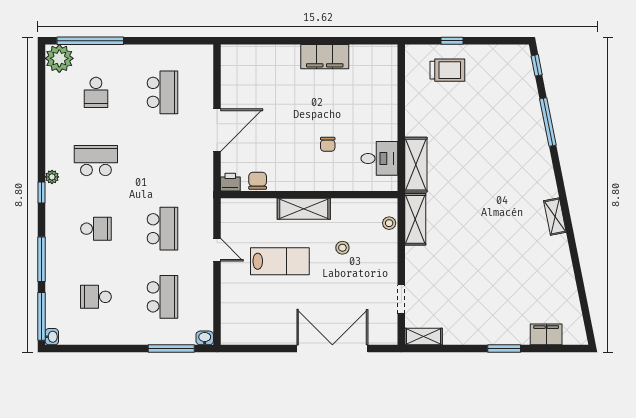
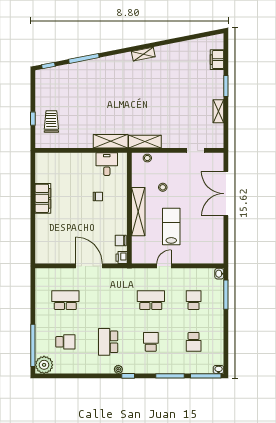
shelving: (304, 209) -> (138, 212), width x1.47
school desk: (162, 297) -> (194, 300), width x0.54
shelving: (424, 337) -> (218, 111), moved

